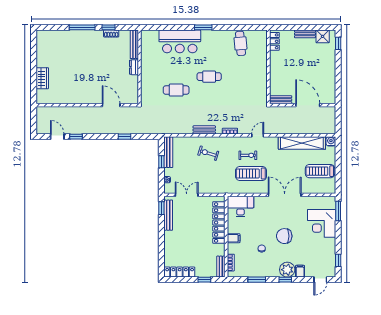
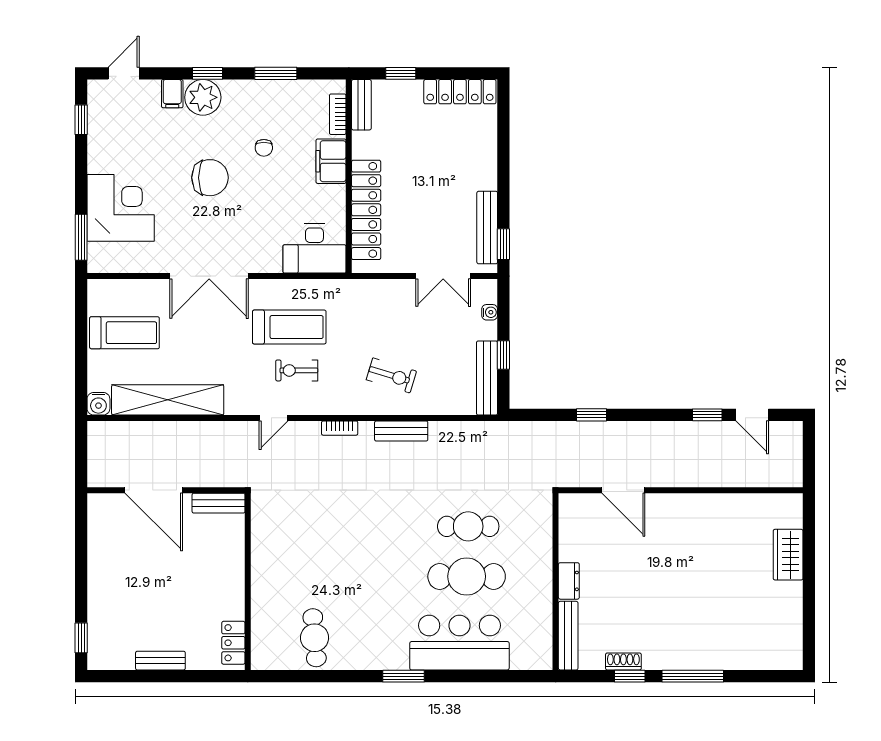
shower: (323, 36) -> (118, 655), removed
cafe table: (209, 77) -> (467, 576), moved, width x1.37, depth x1.35
filing cabinet: (234, 238) -> (331, 161), width x2.00

